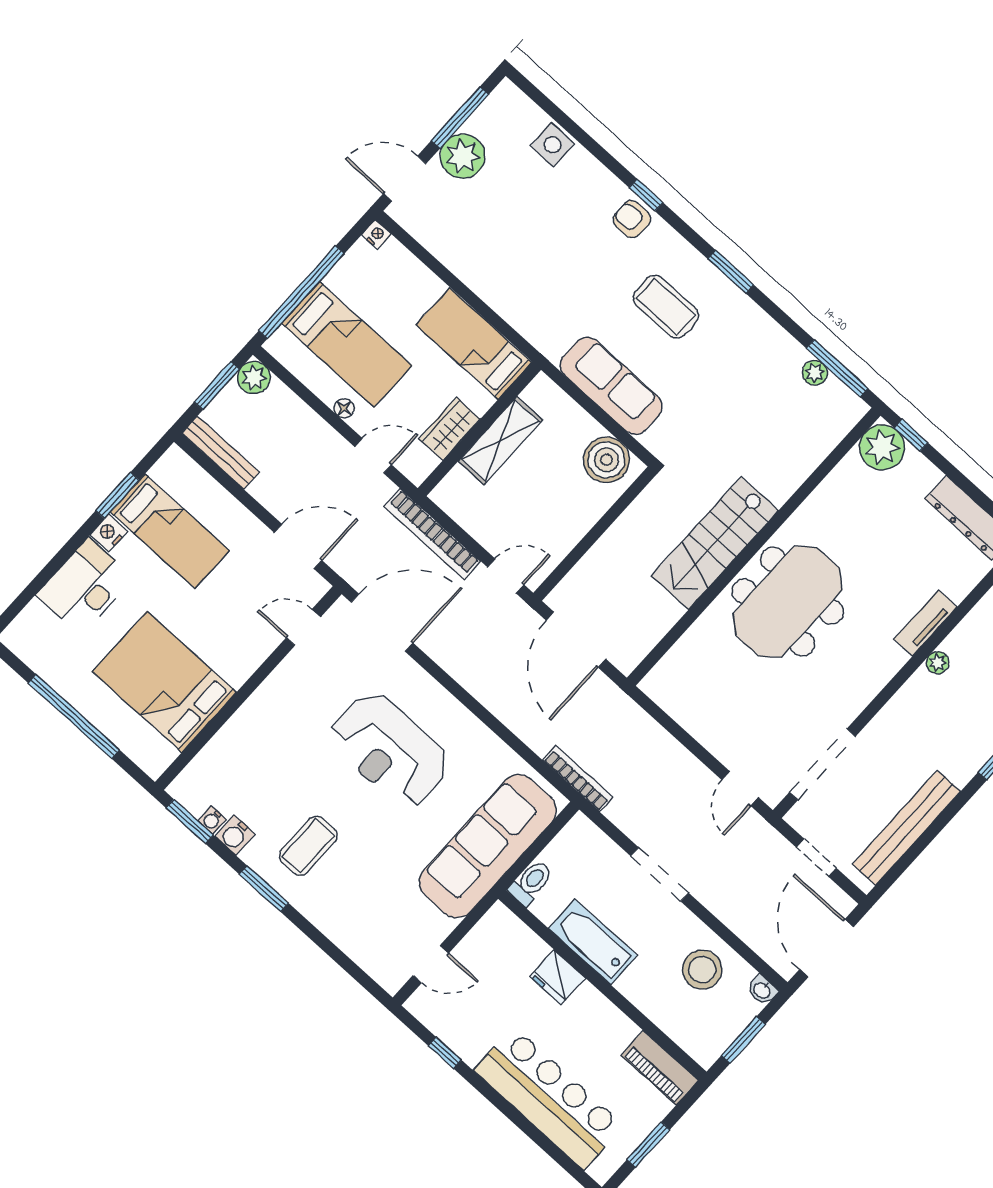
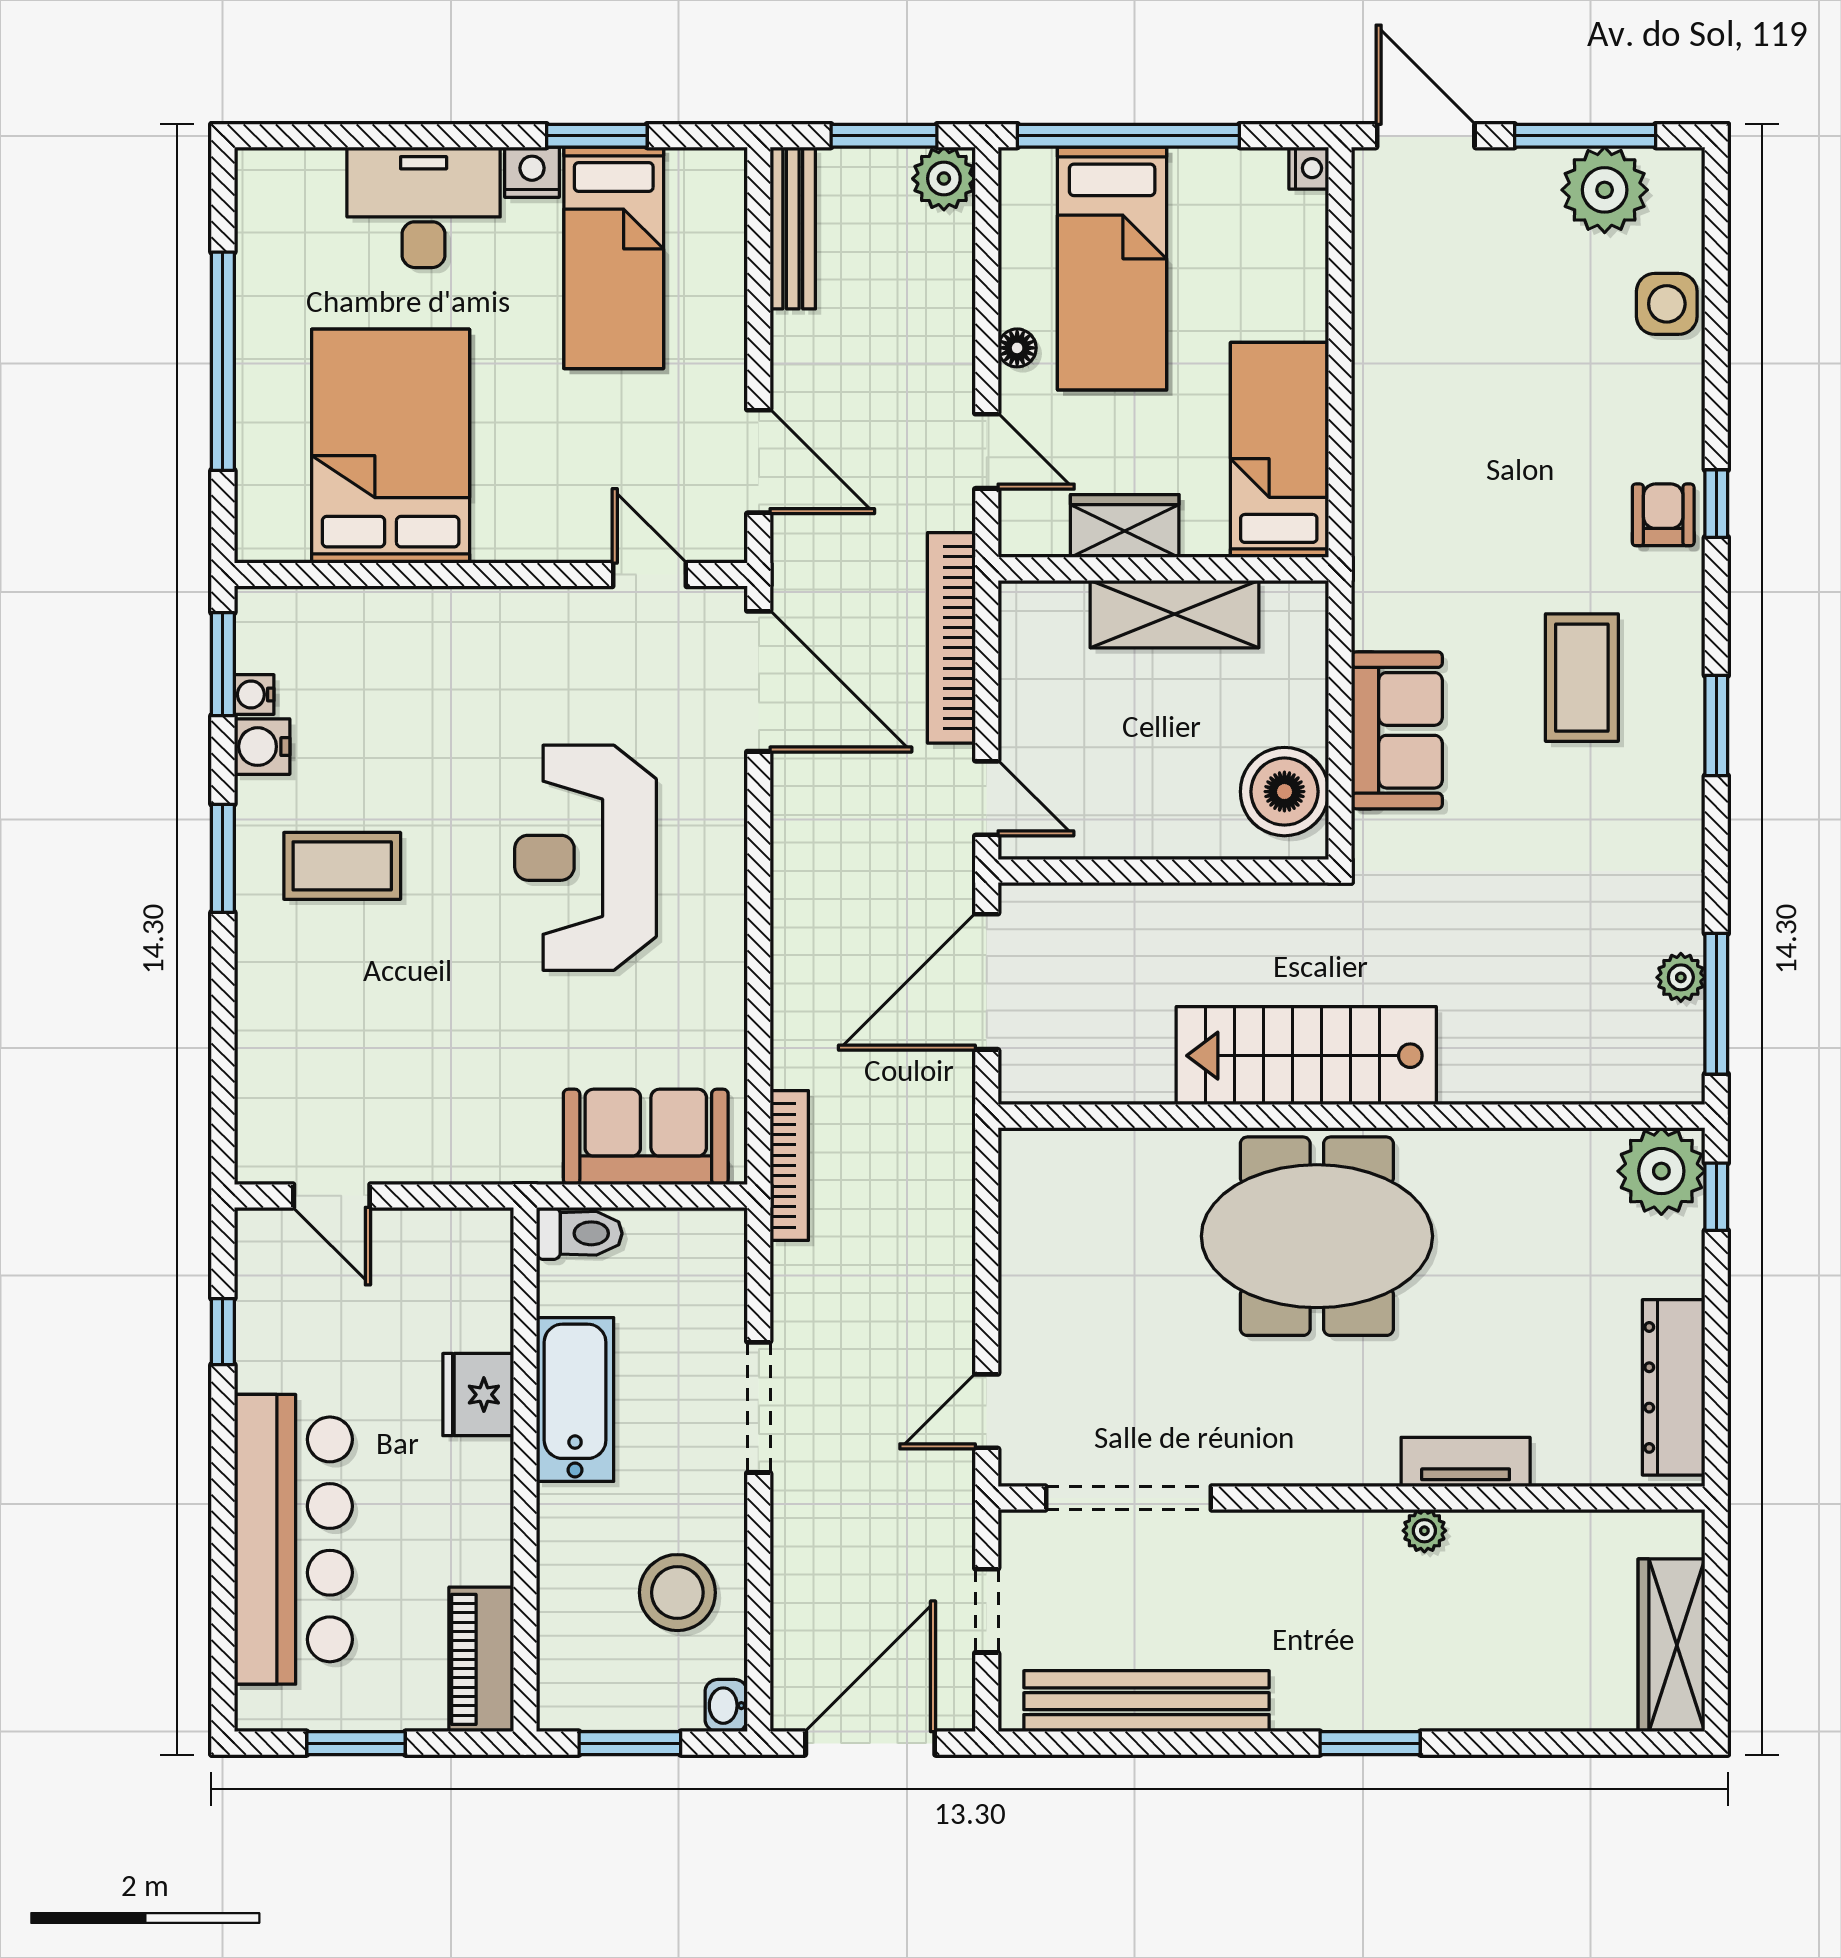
plant: (463, 156) -> (1605, 190), moved
sofa: (611, 386) -> (1397, 730), width x0.73
sofa: (488, 846) -> (646, 1137), width x0.54, depth x0.79

